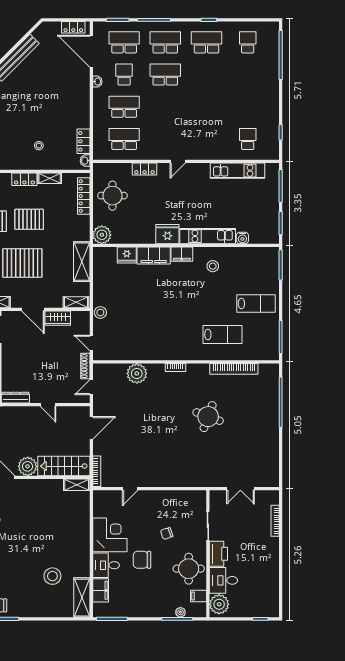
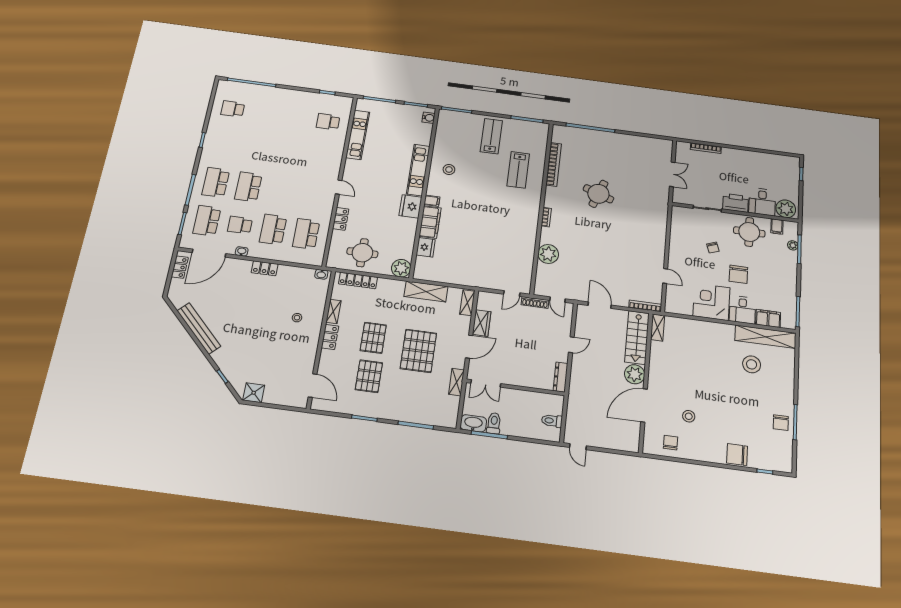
school desk: (206, 42) -> (224, 145), removed
locker: (83, 141) -> (265, 268), moved
water cooler: (242, 238) -> (429, 118), moved
filing cabinet: (182, 254) -> (432, 201), width x0.50
stool: (100, 312) -> (481, 280), removed
lab bench: (223, 335) -> (518, 170), turned 180
shelving: (82, 598) -> (765, 337), width x1.47

